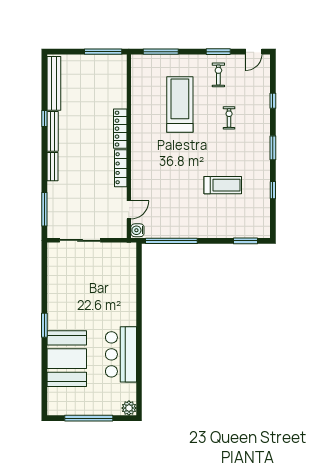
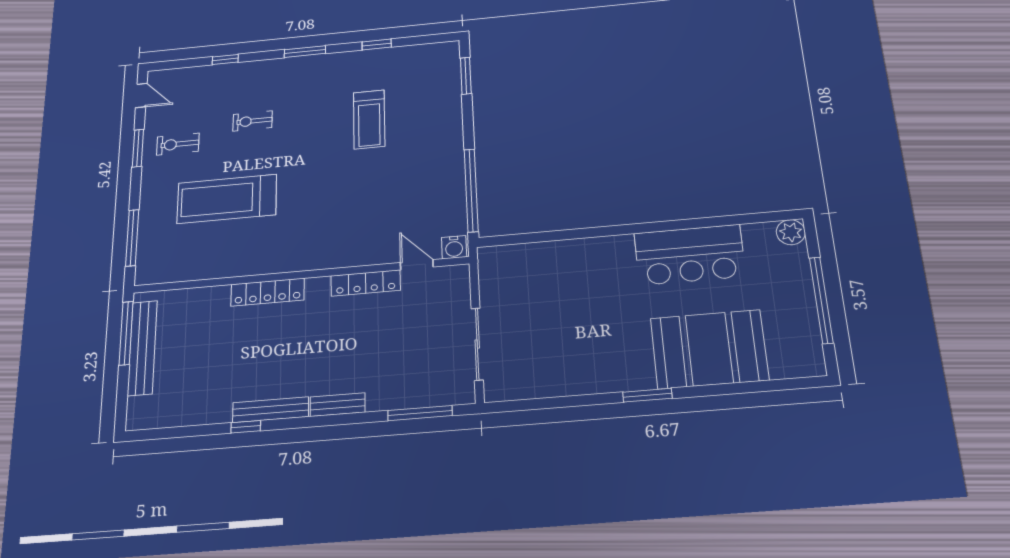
bench: (54, 83) -> (142, 348), moved, turned 90
locker: (121, 168) -> (366, 283), moved
treadmill: (223, 185) -> (369, 119), turned 180

